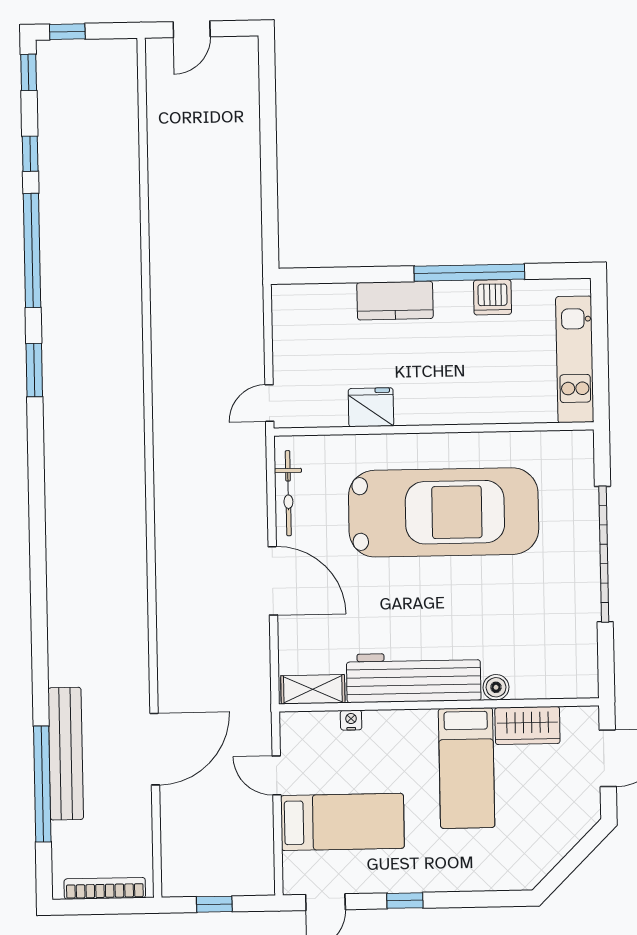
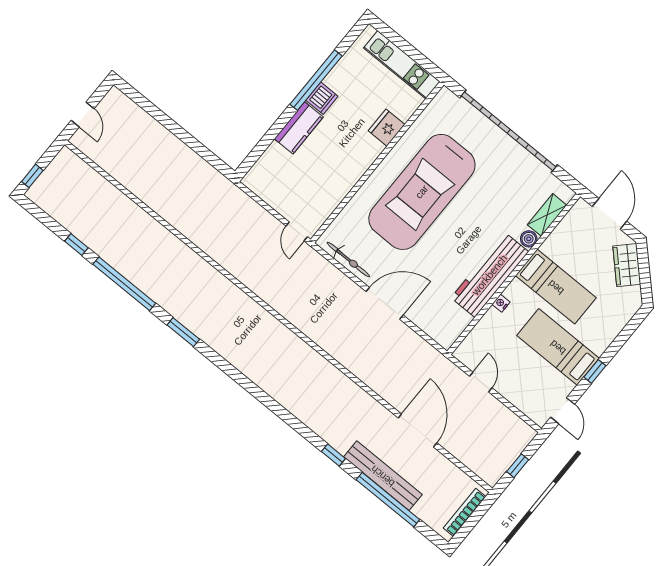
window: (29, 72) -> (333, 455), moved
dishwasher: (493, 297) -> (322, 98), moved
fridge: (371, 407) -> (387, 128), moved
car: (444, 512) -> (422, 192), turned 180
garage door: (604, 554) -> (509, 131), width x1.36
shelving: (313, 689) -> (547, 215), moved
nightstand: (351, 720) -> (501, 303), moved
wardrobe: (527, 725) -> (627, 265), moved, turned 135
door: (277, 775) -> (481, 382), swing flipped
bed: (342, 822) -> (558, 347), moved, turned -90

